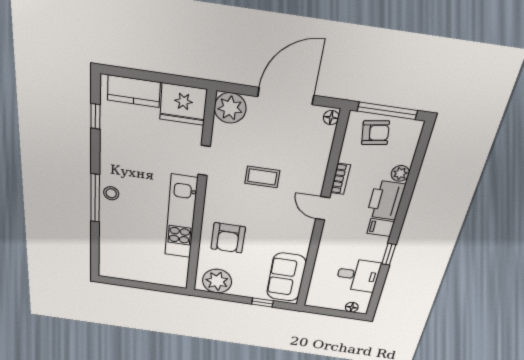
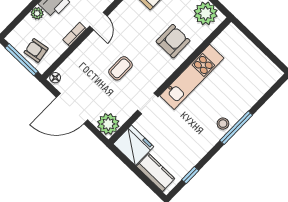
coffee table: (262, 177) -> (121, 68), turned 90

